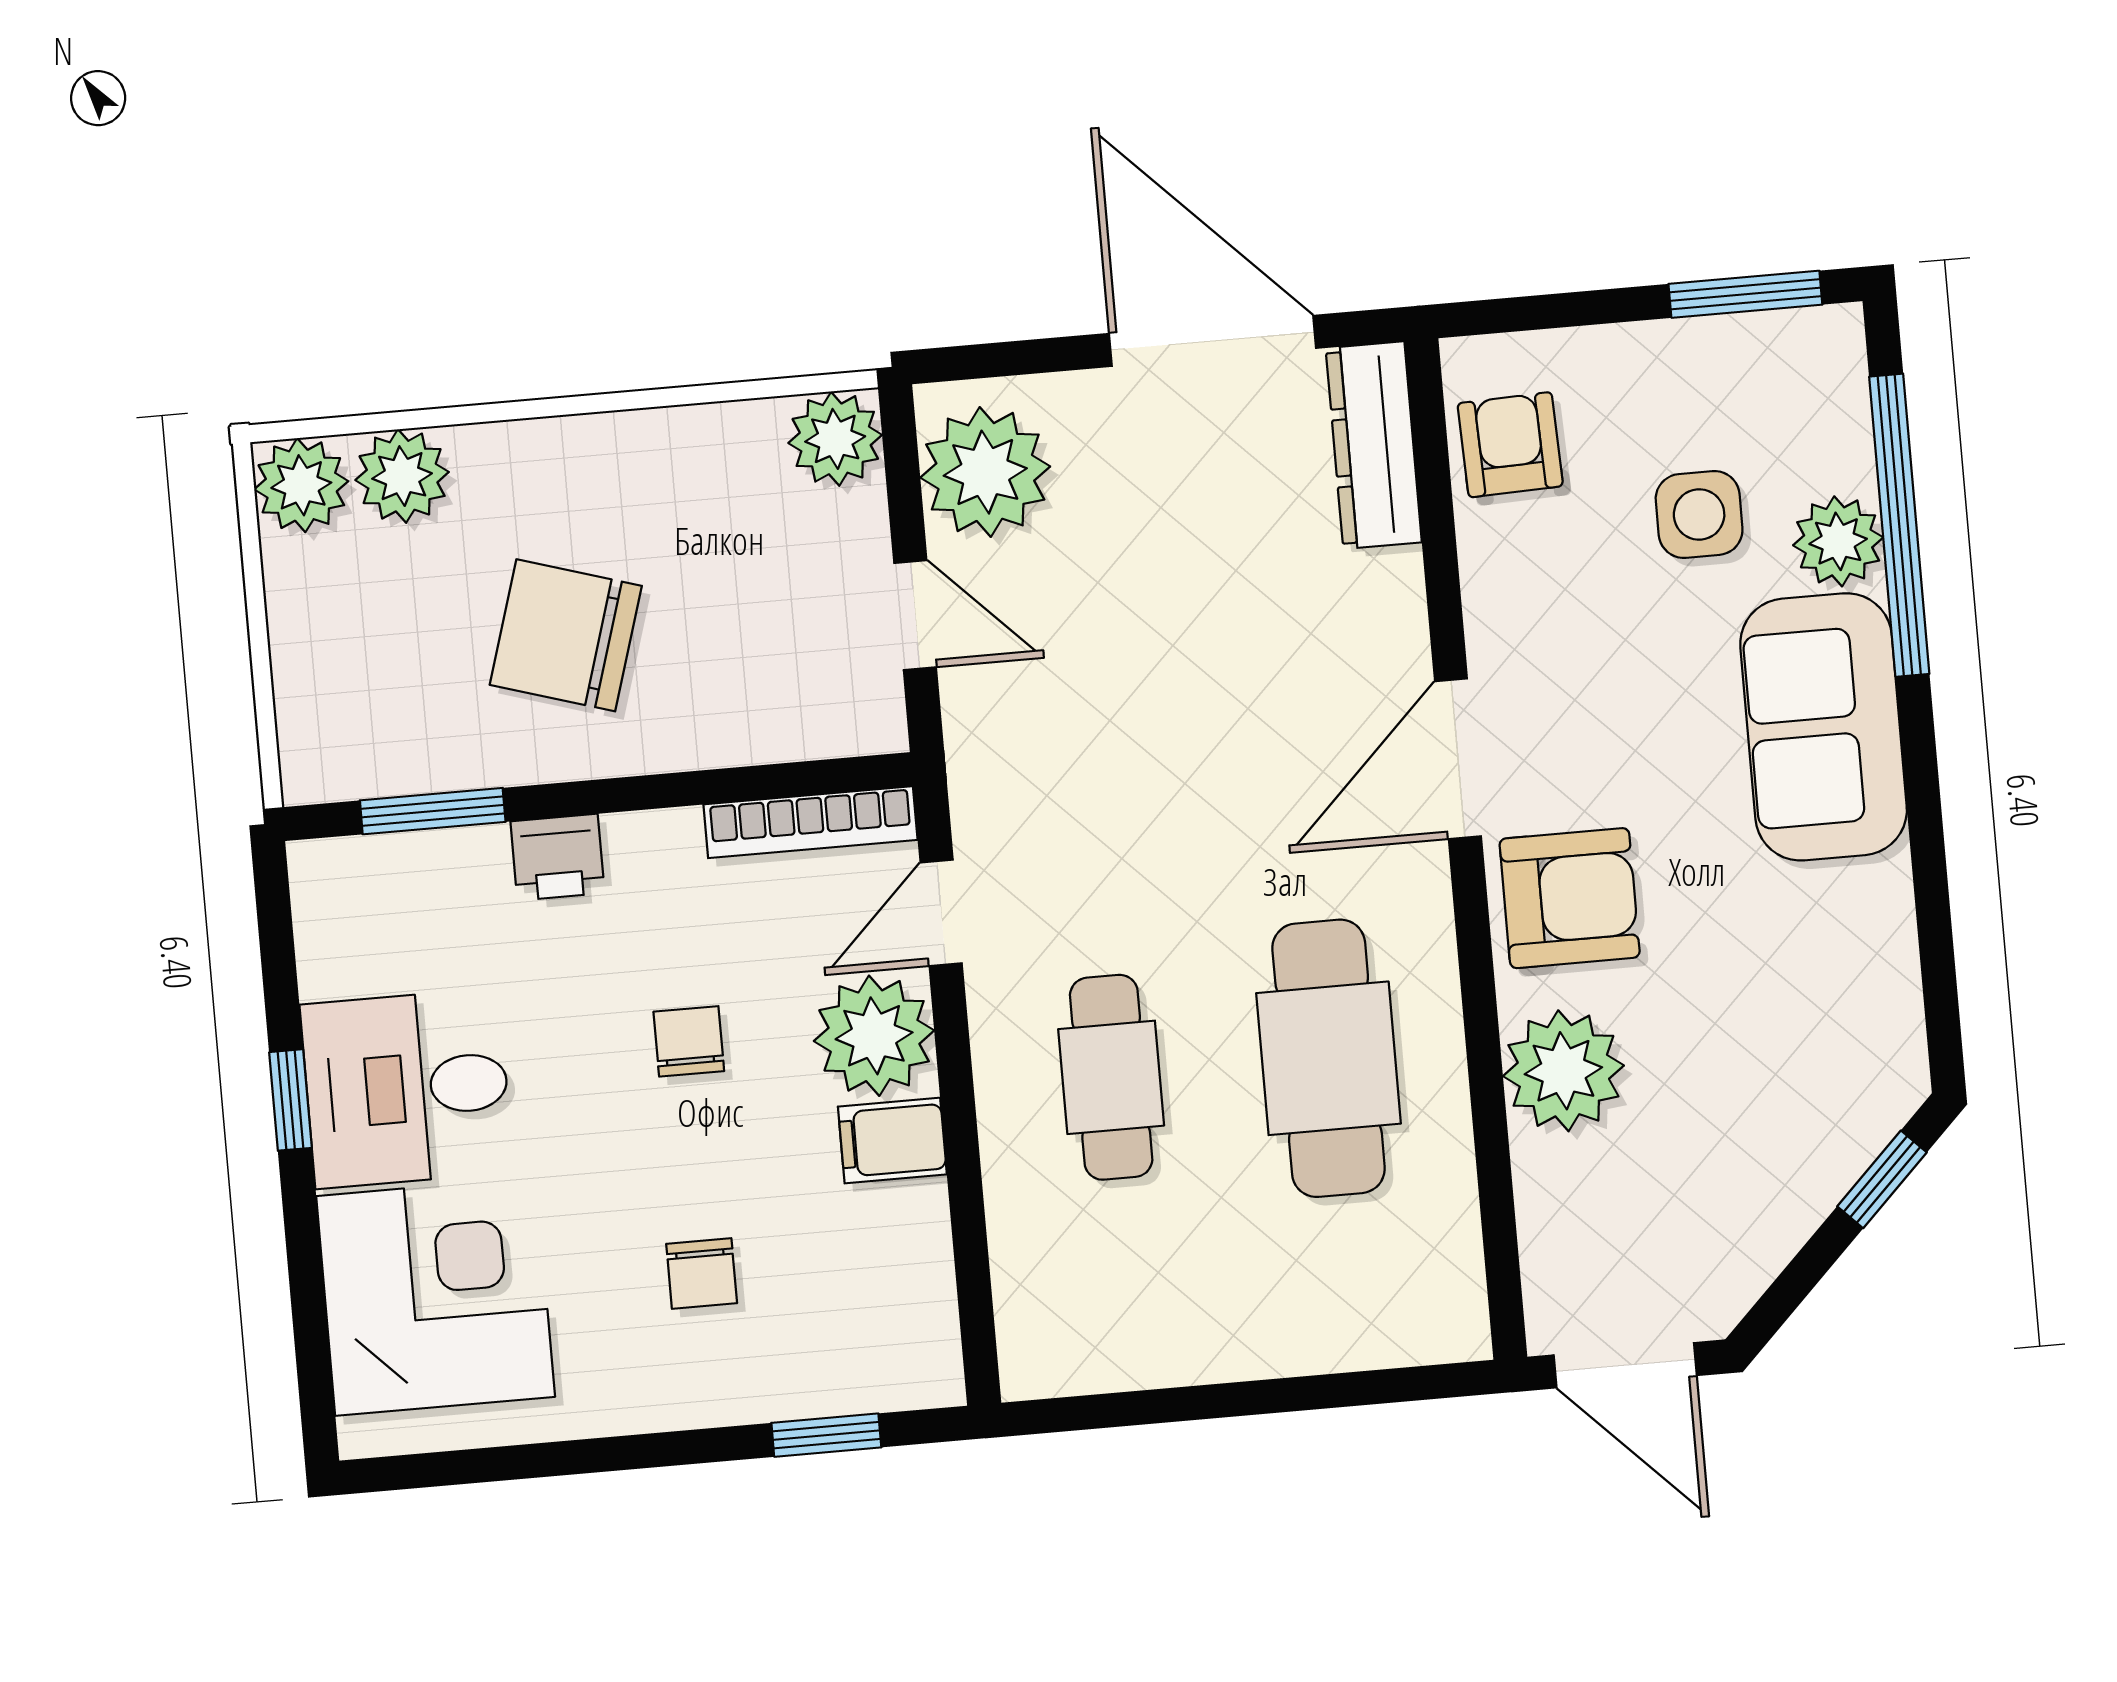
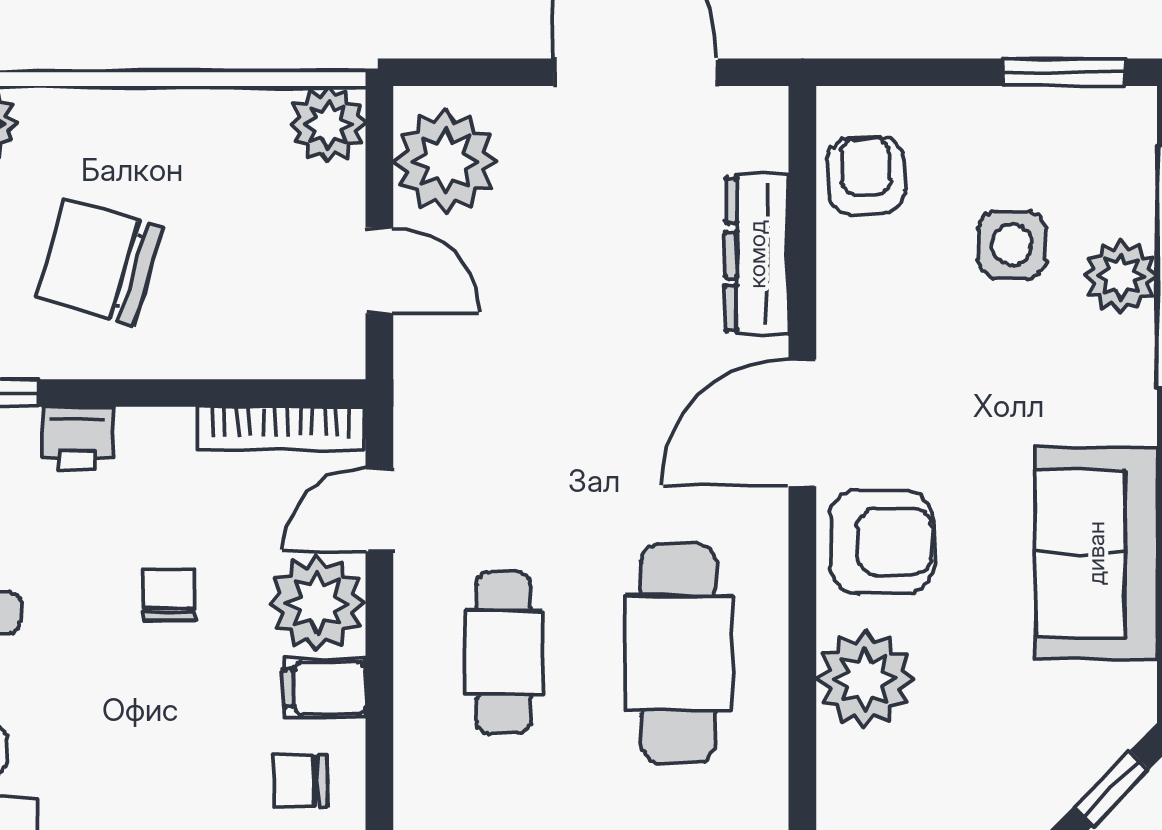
dresser: (1374, 445) -> (757, 254), moved
sofa: (1824, 727) -> (1096, 553), moved
chair: (702, 1273) -> (301, 781), moved, turned 90

